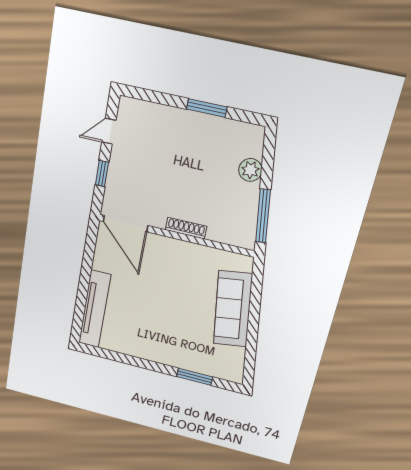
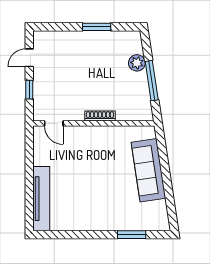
window: (263, 216) -> (152, 81), moved
door: (125, 224) -> (54, 123), width x0.53

